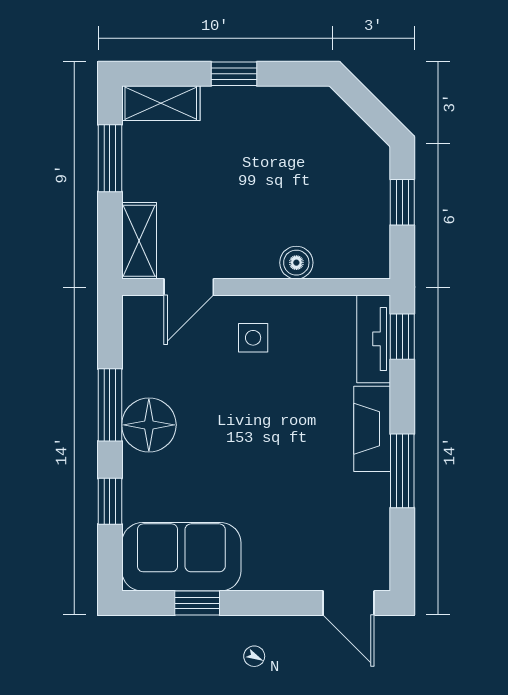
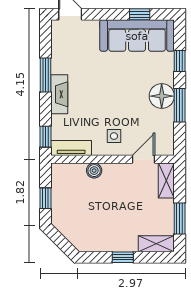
tv unit: (374, 339) -> (71, 148), moved, turned -90
sofa: (181, 557) -> (137, 36), width x1.36

